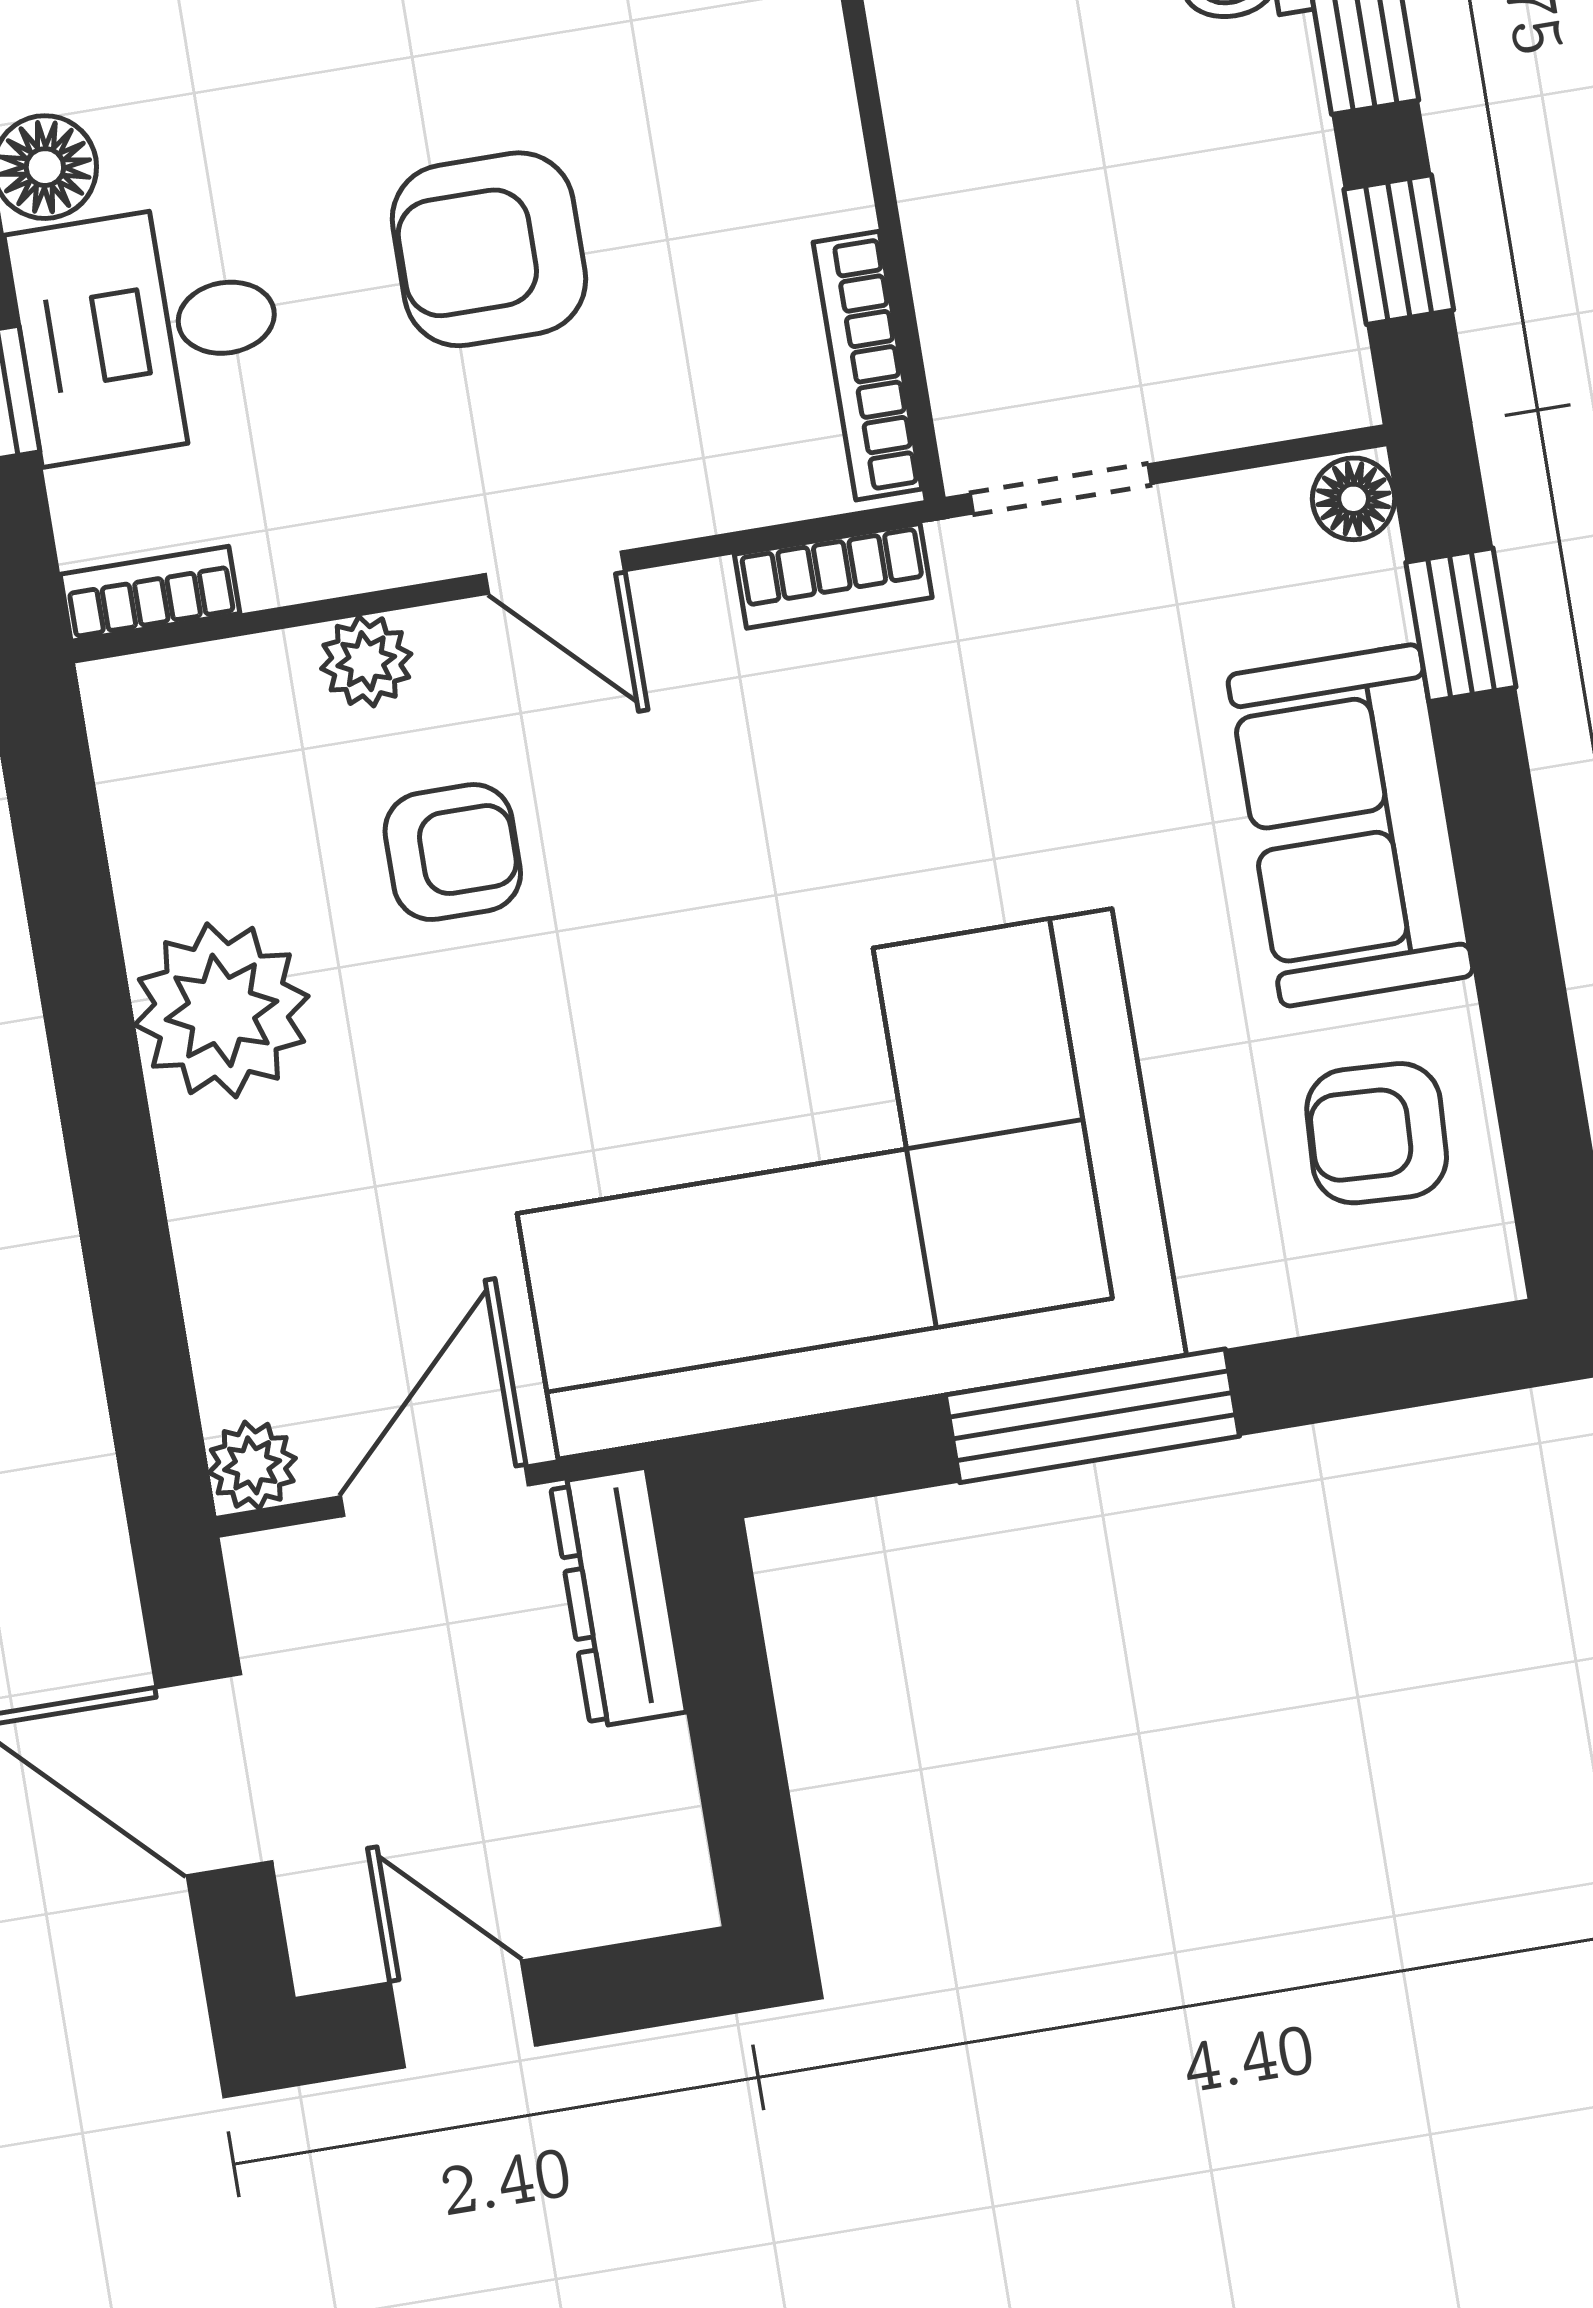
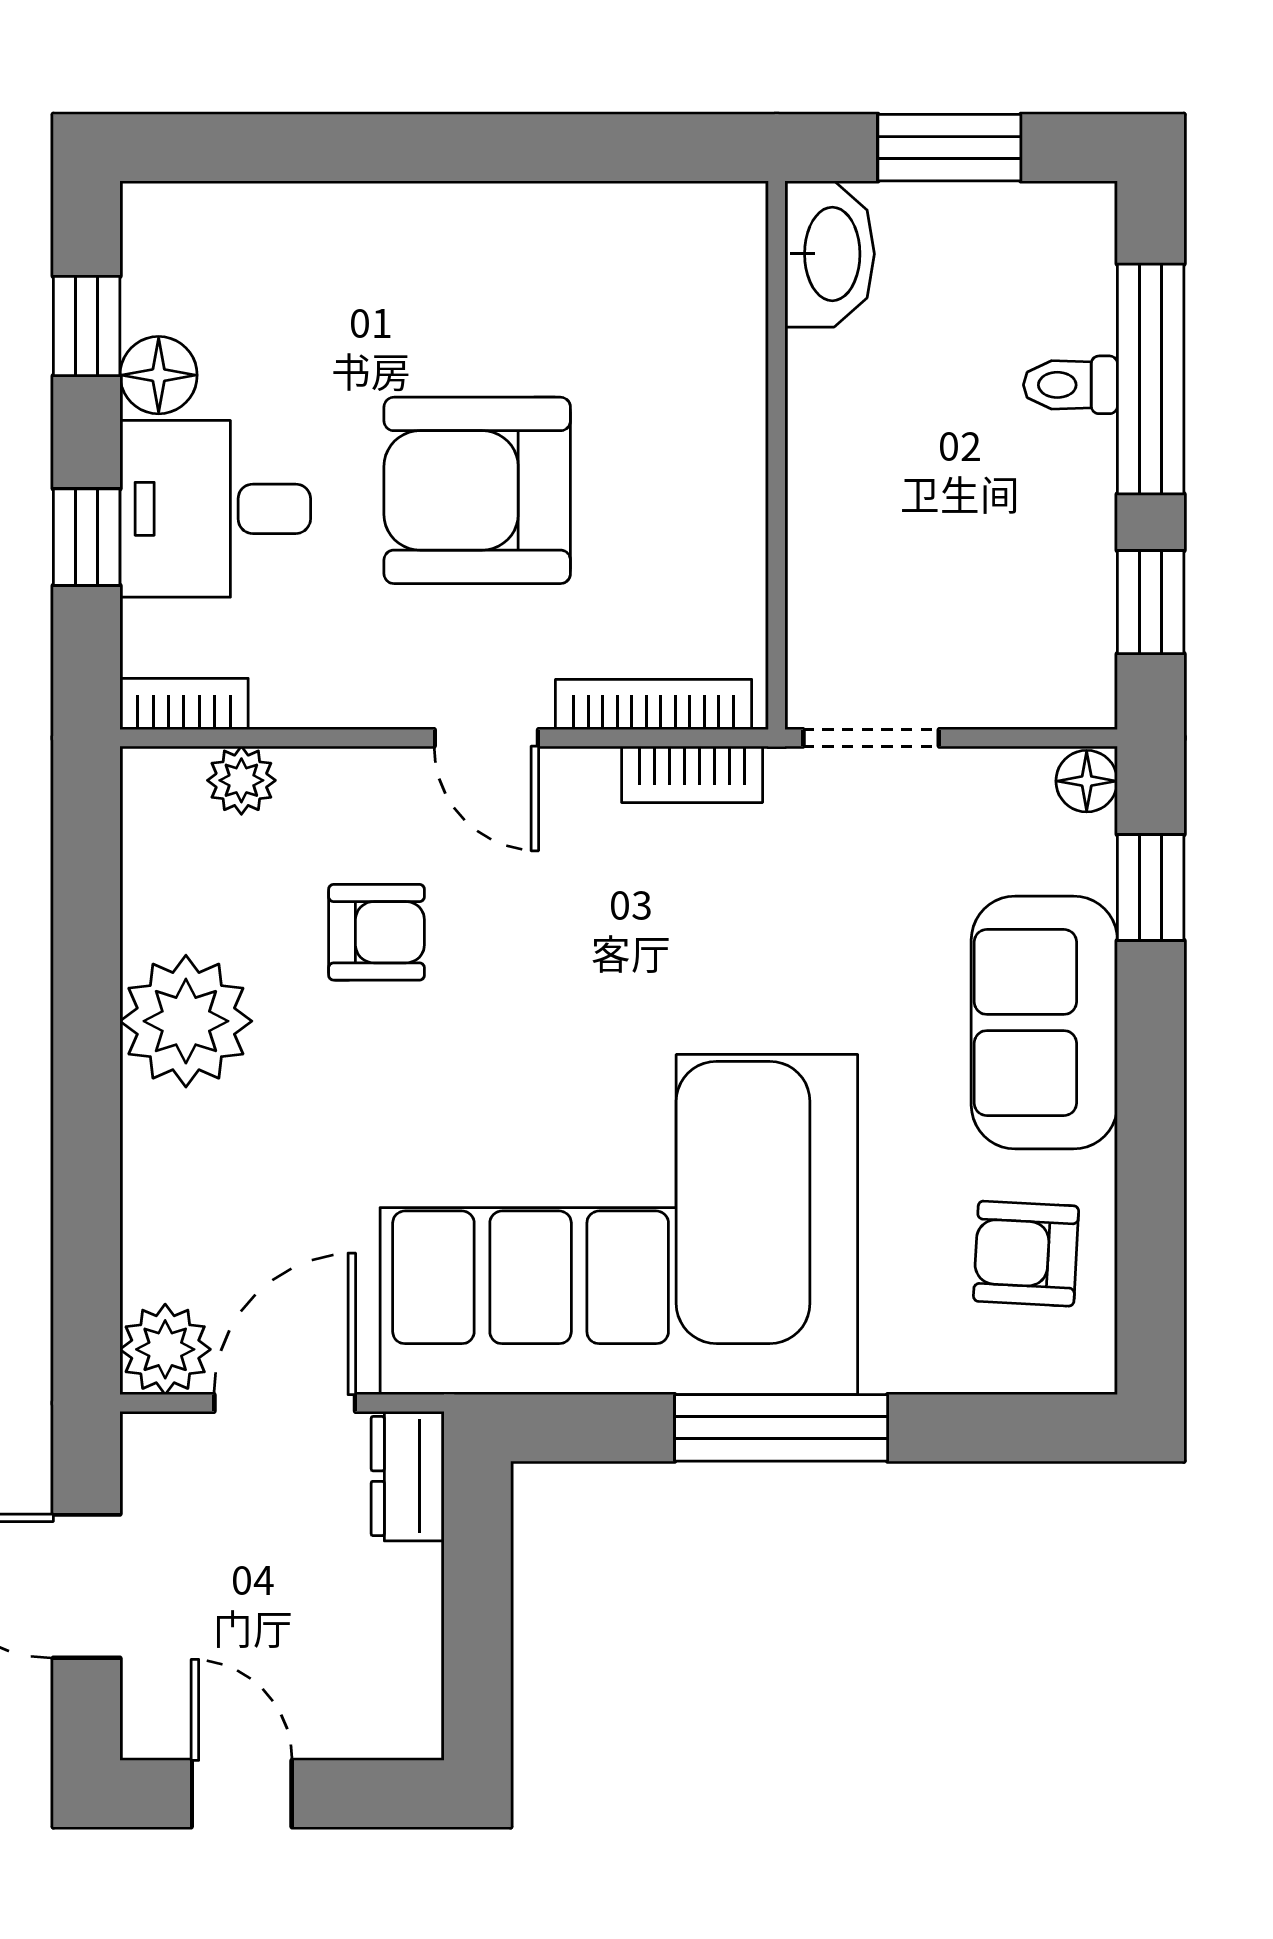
armchair: (489, 249) -> (477, 490), width x1.36, depth x1.36
bookcase: (868, 366) -> (654, 704), moved, turned 90
plant: (366, 661) -> (241, 780), moved
plant: (252, 1465) -> (165, 1349), width x1.38, depth x1.38
dresser: (618, 1598) -> (408, 1476), width x0.70

